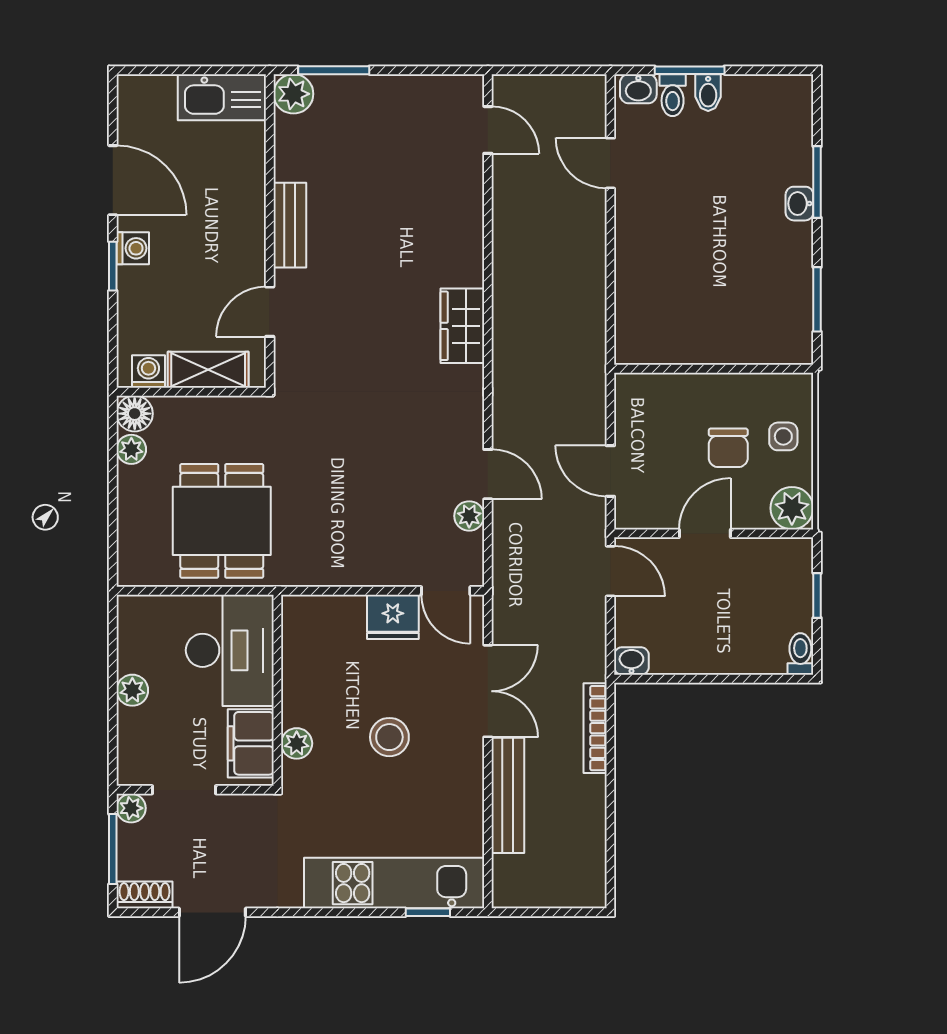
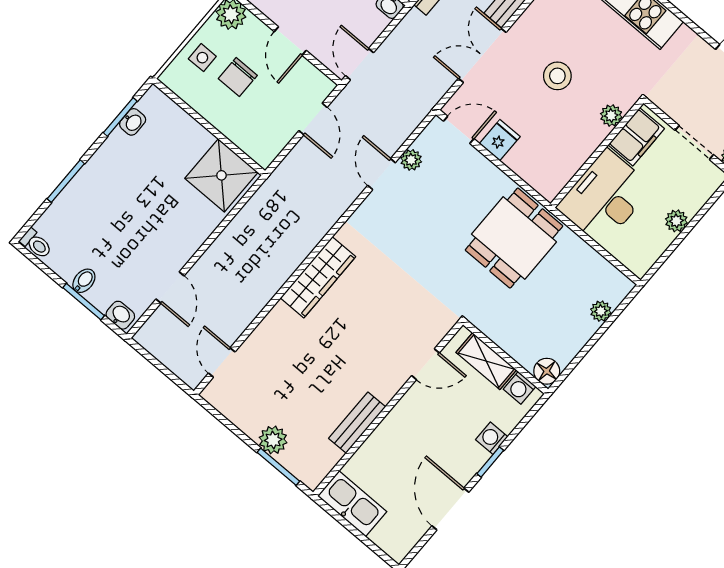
plant: (293, 94) -> (273, 440), moved
toilet: (673, 95) -> (36, 244), moved, turned 90
washbasin: (799, 204) -> (133, 122), moved
bench: (290, 225) -> (357, 423), moved
washing machine: (133, 248) -> (492, 438), moved
wardrobe: (462, 326) -> (318, 277), width x1.50
shower: (657, 329) -> (221, 175), added
chair: (728, 448) -> (238, 77), turned 180
plant: (131, 449) -> (601, 311), moved
dining table: (222, 521) -> (514, 238), moved
door: (705, 533) -> (290, 41), hinge flipped
door: (446, 591) -> (459, 130), hinge flipped
fridge: (393, 617) -> (500, 140), width x0.72

